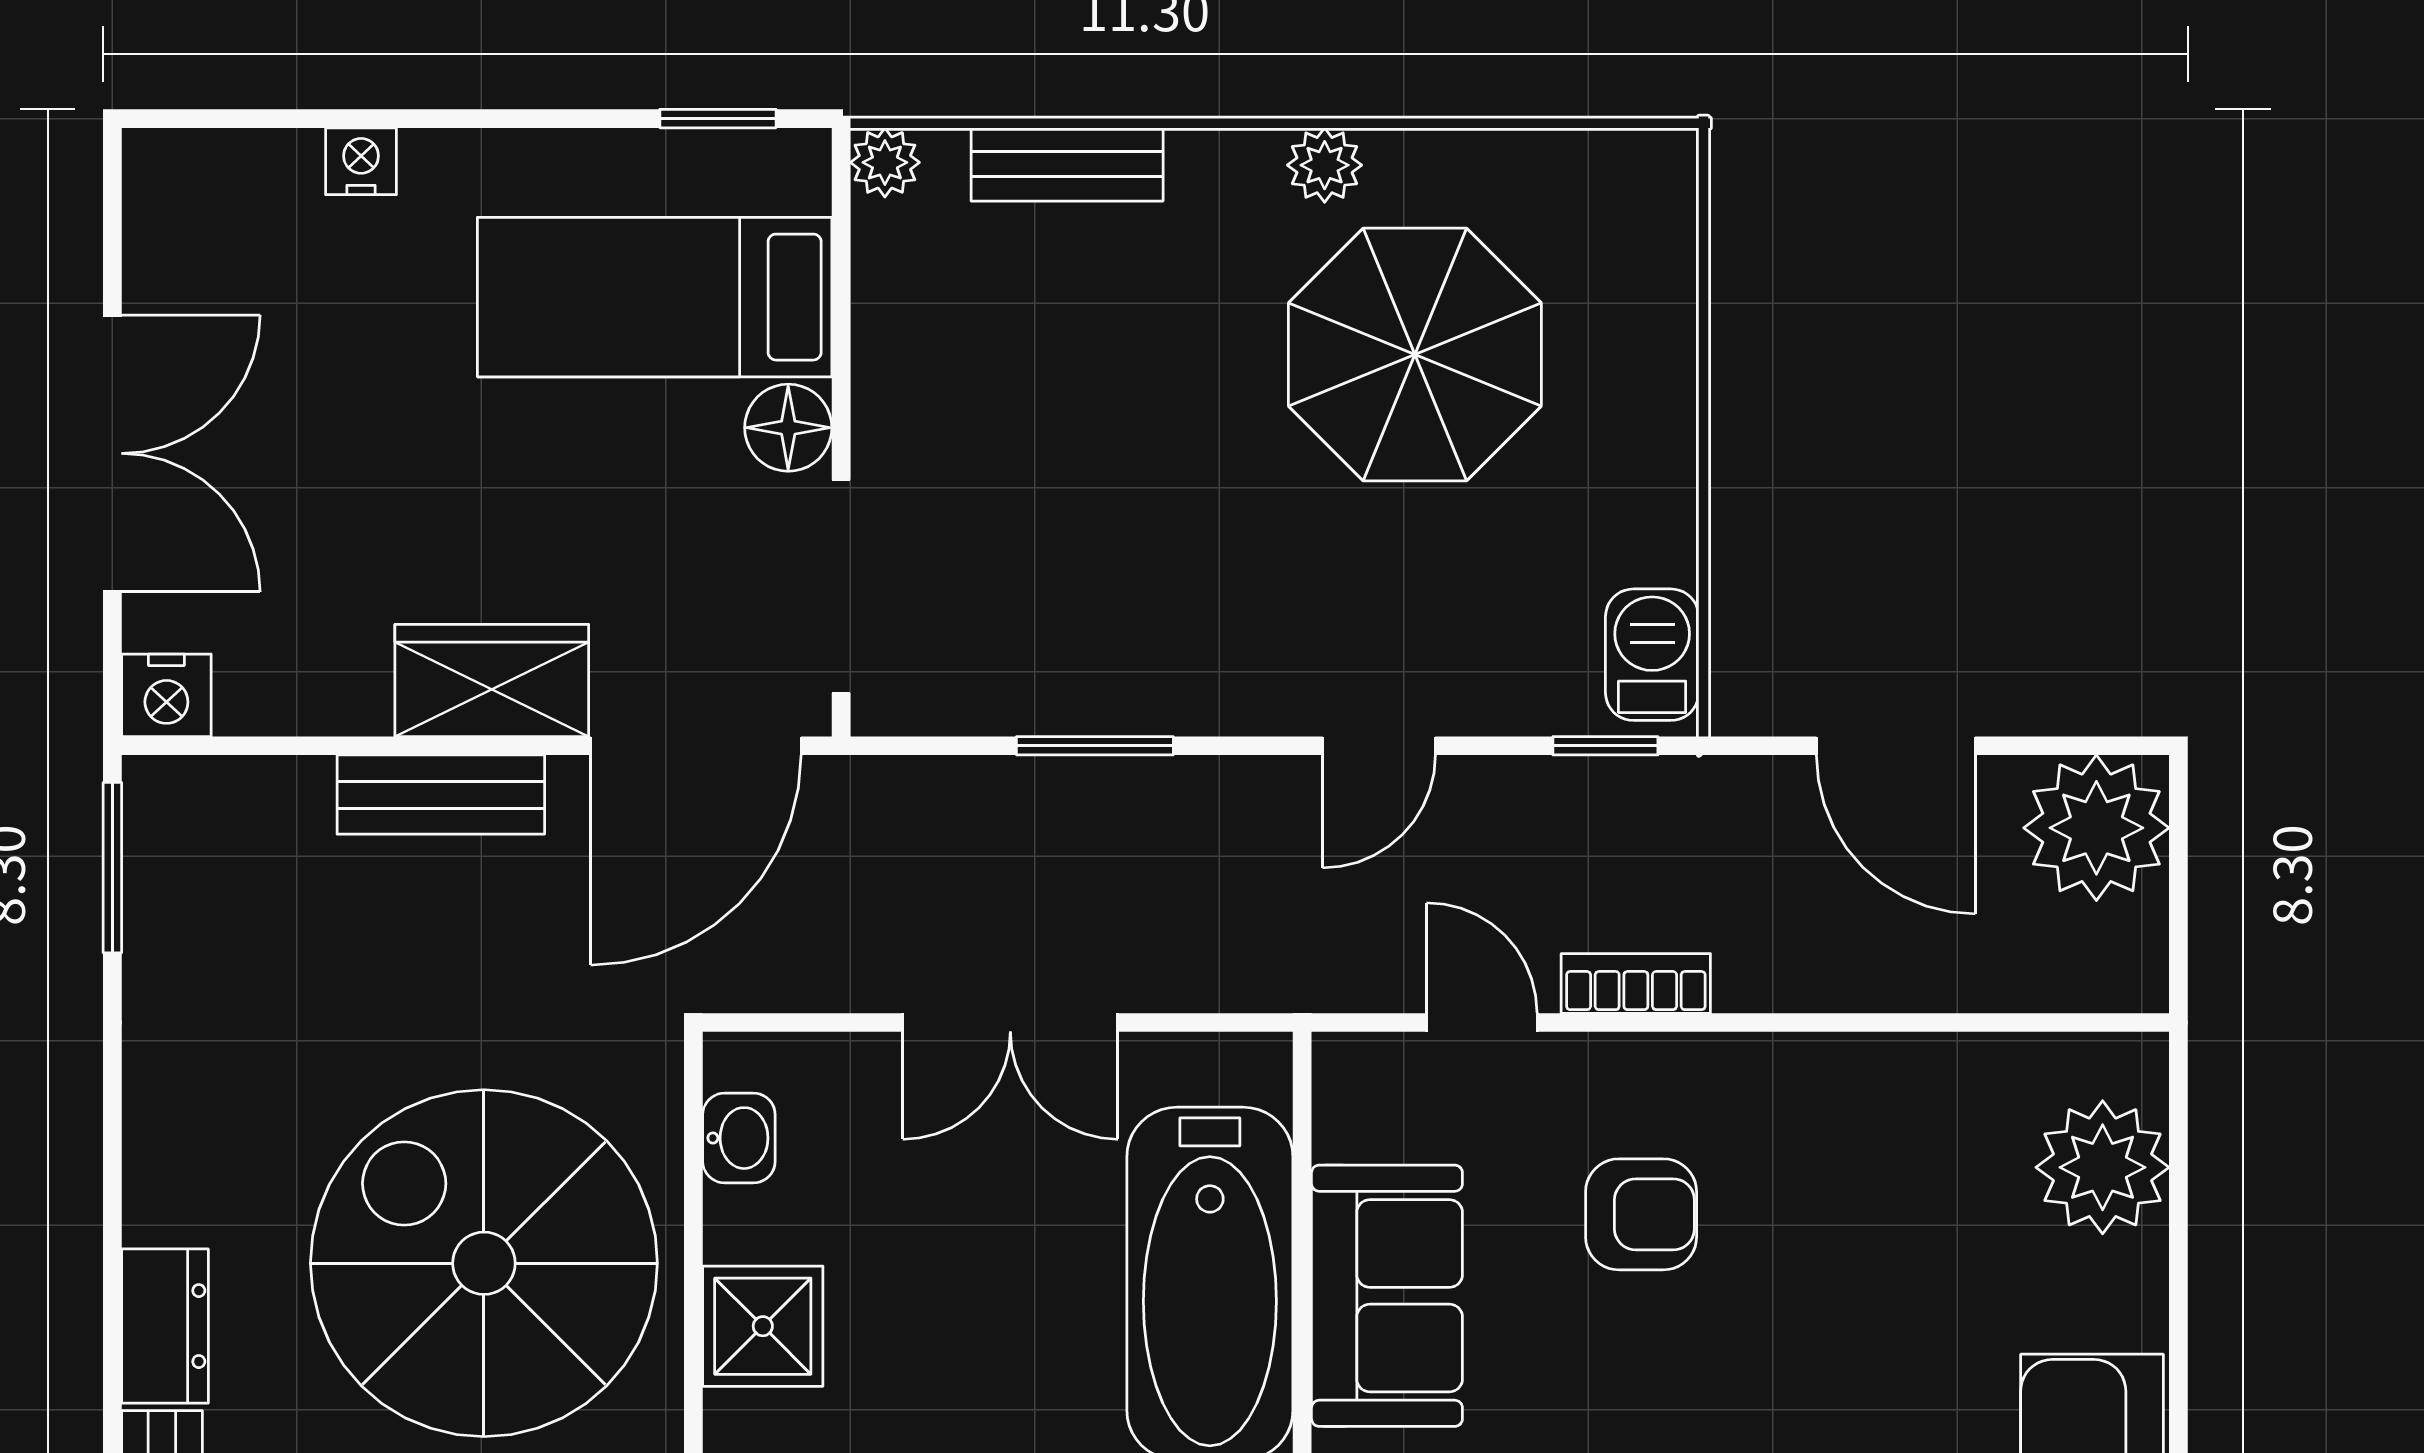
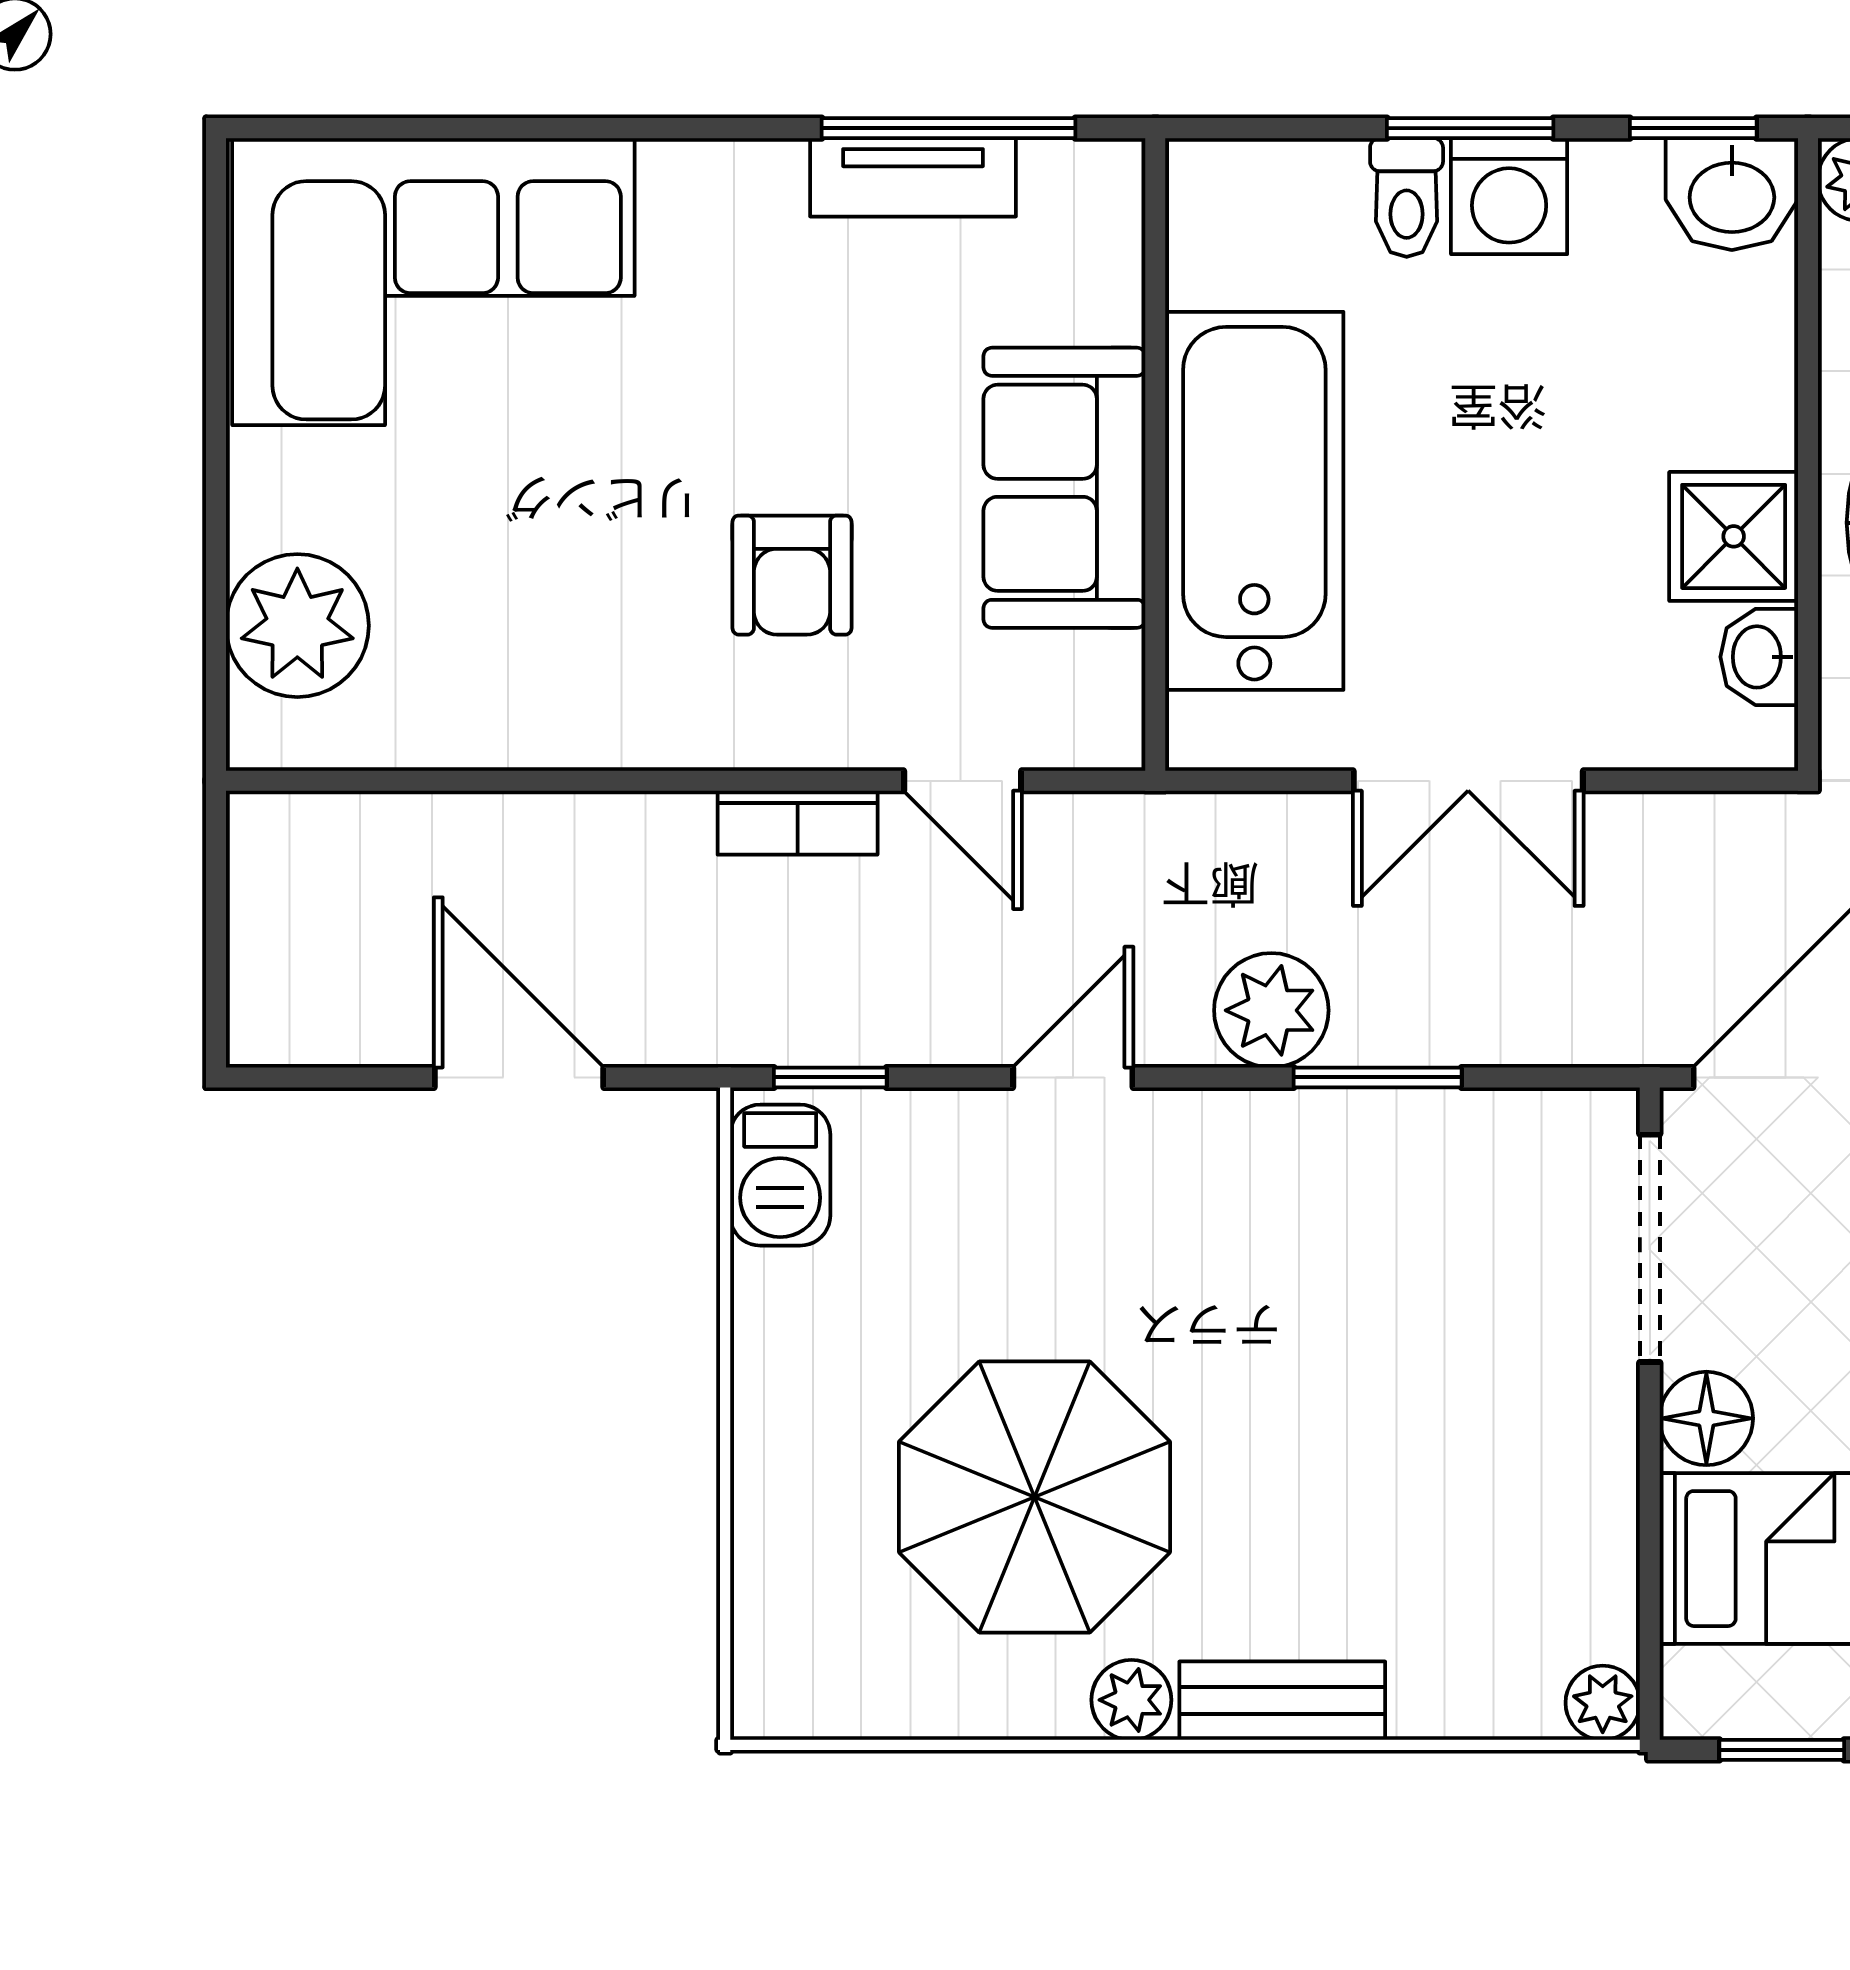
bench: (1067, 164) -> (1282, 1701), moved
plant: (2096, 828) -> (1271, 1010), moved, width x0.73, depth x0.73
double door: (1010, 1022) -> (1468, 781), swing flipped
armchair: (1641, 1214) -> (792, 575), turned -90
shower: (763, 1326) -> (1734, 536), moved

